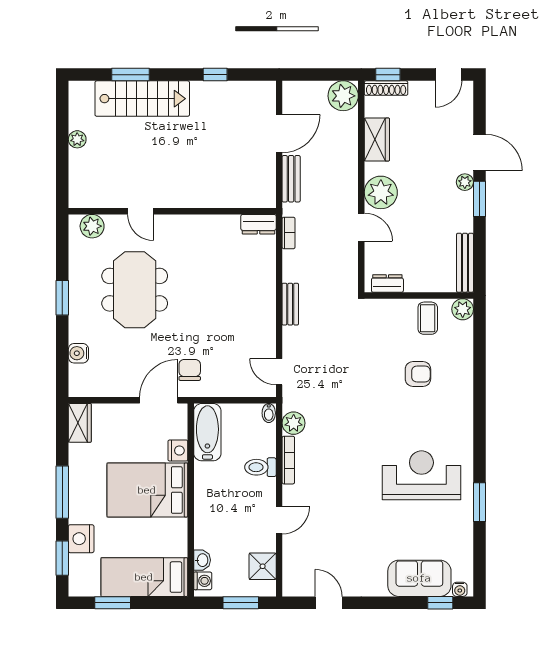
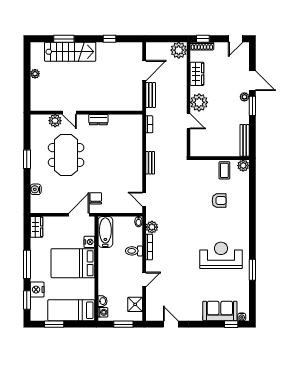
dresser: (258, 224) -> (98, 120), moved
plant: (92, 226) -> (55, 121), moved
dresser: (387, 283) -> (203, 152), removed

